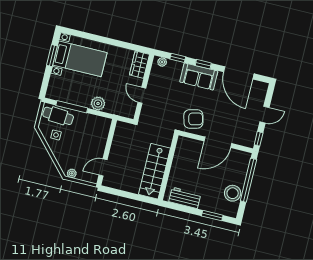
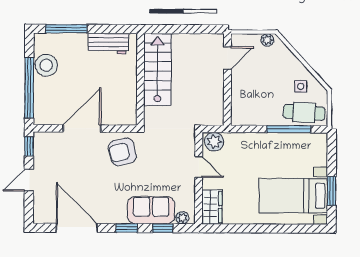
sofa: (199, 76) -> (151, 210), moved
plant: (98, 103) -> (214, 142), moved
window: (212, 216) -> (66, 29), width x1.44

